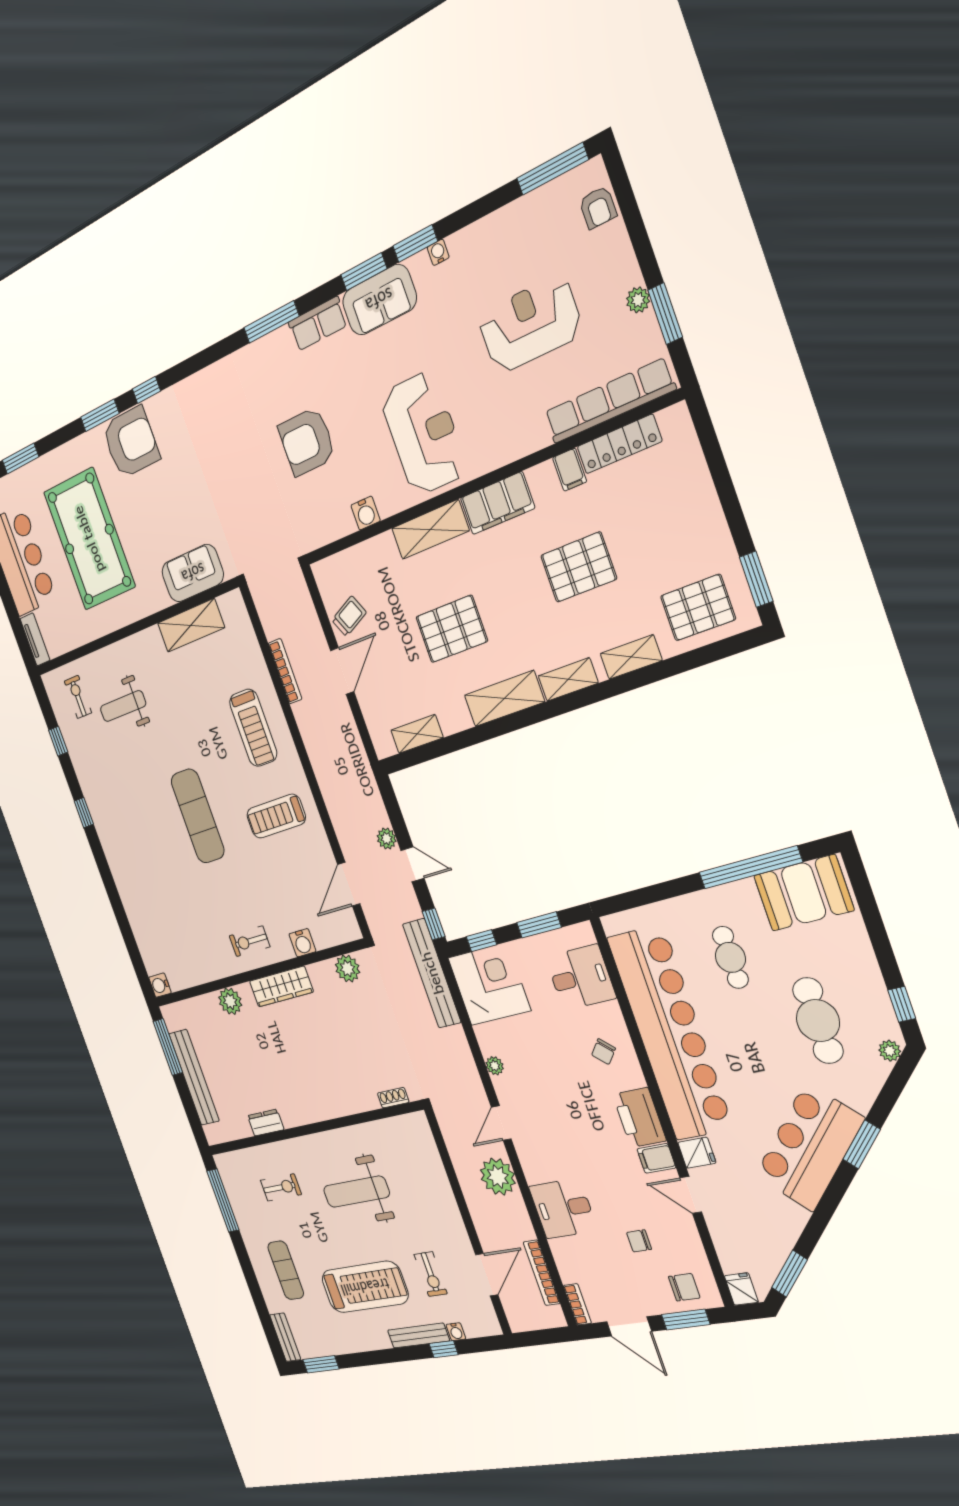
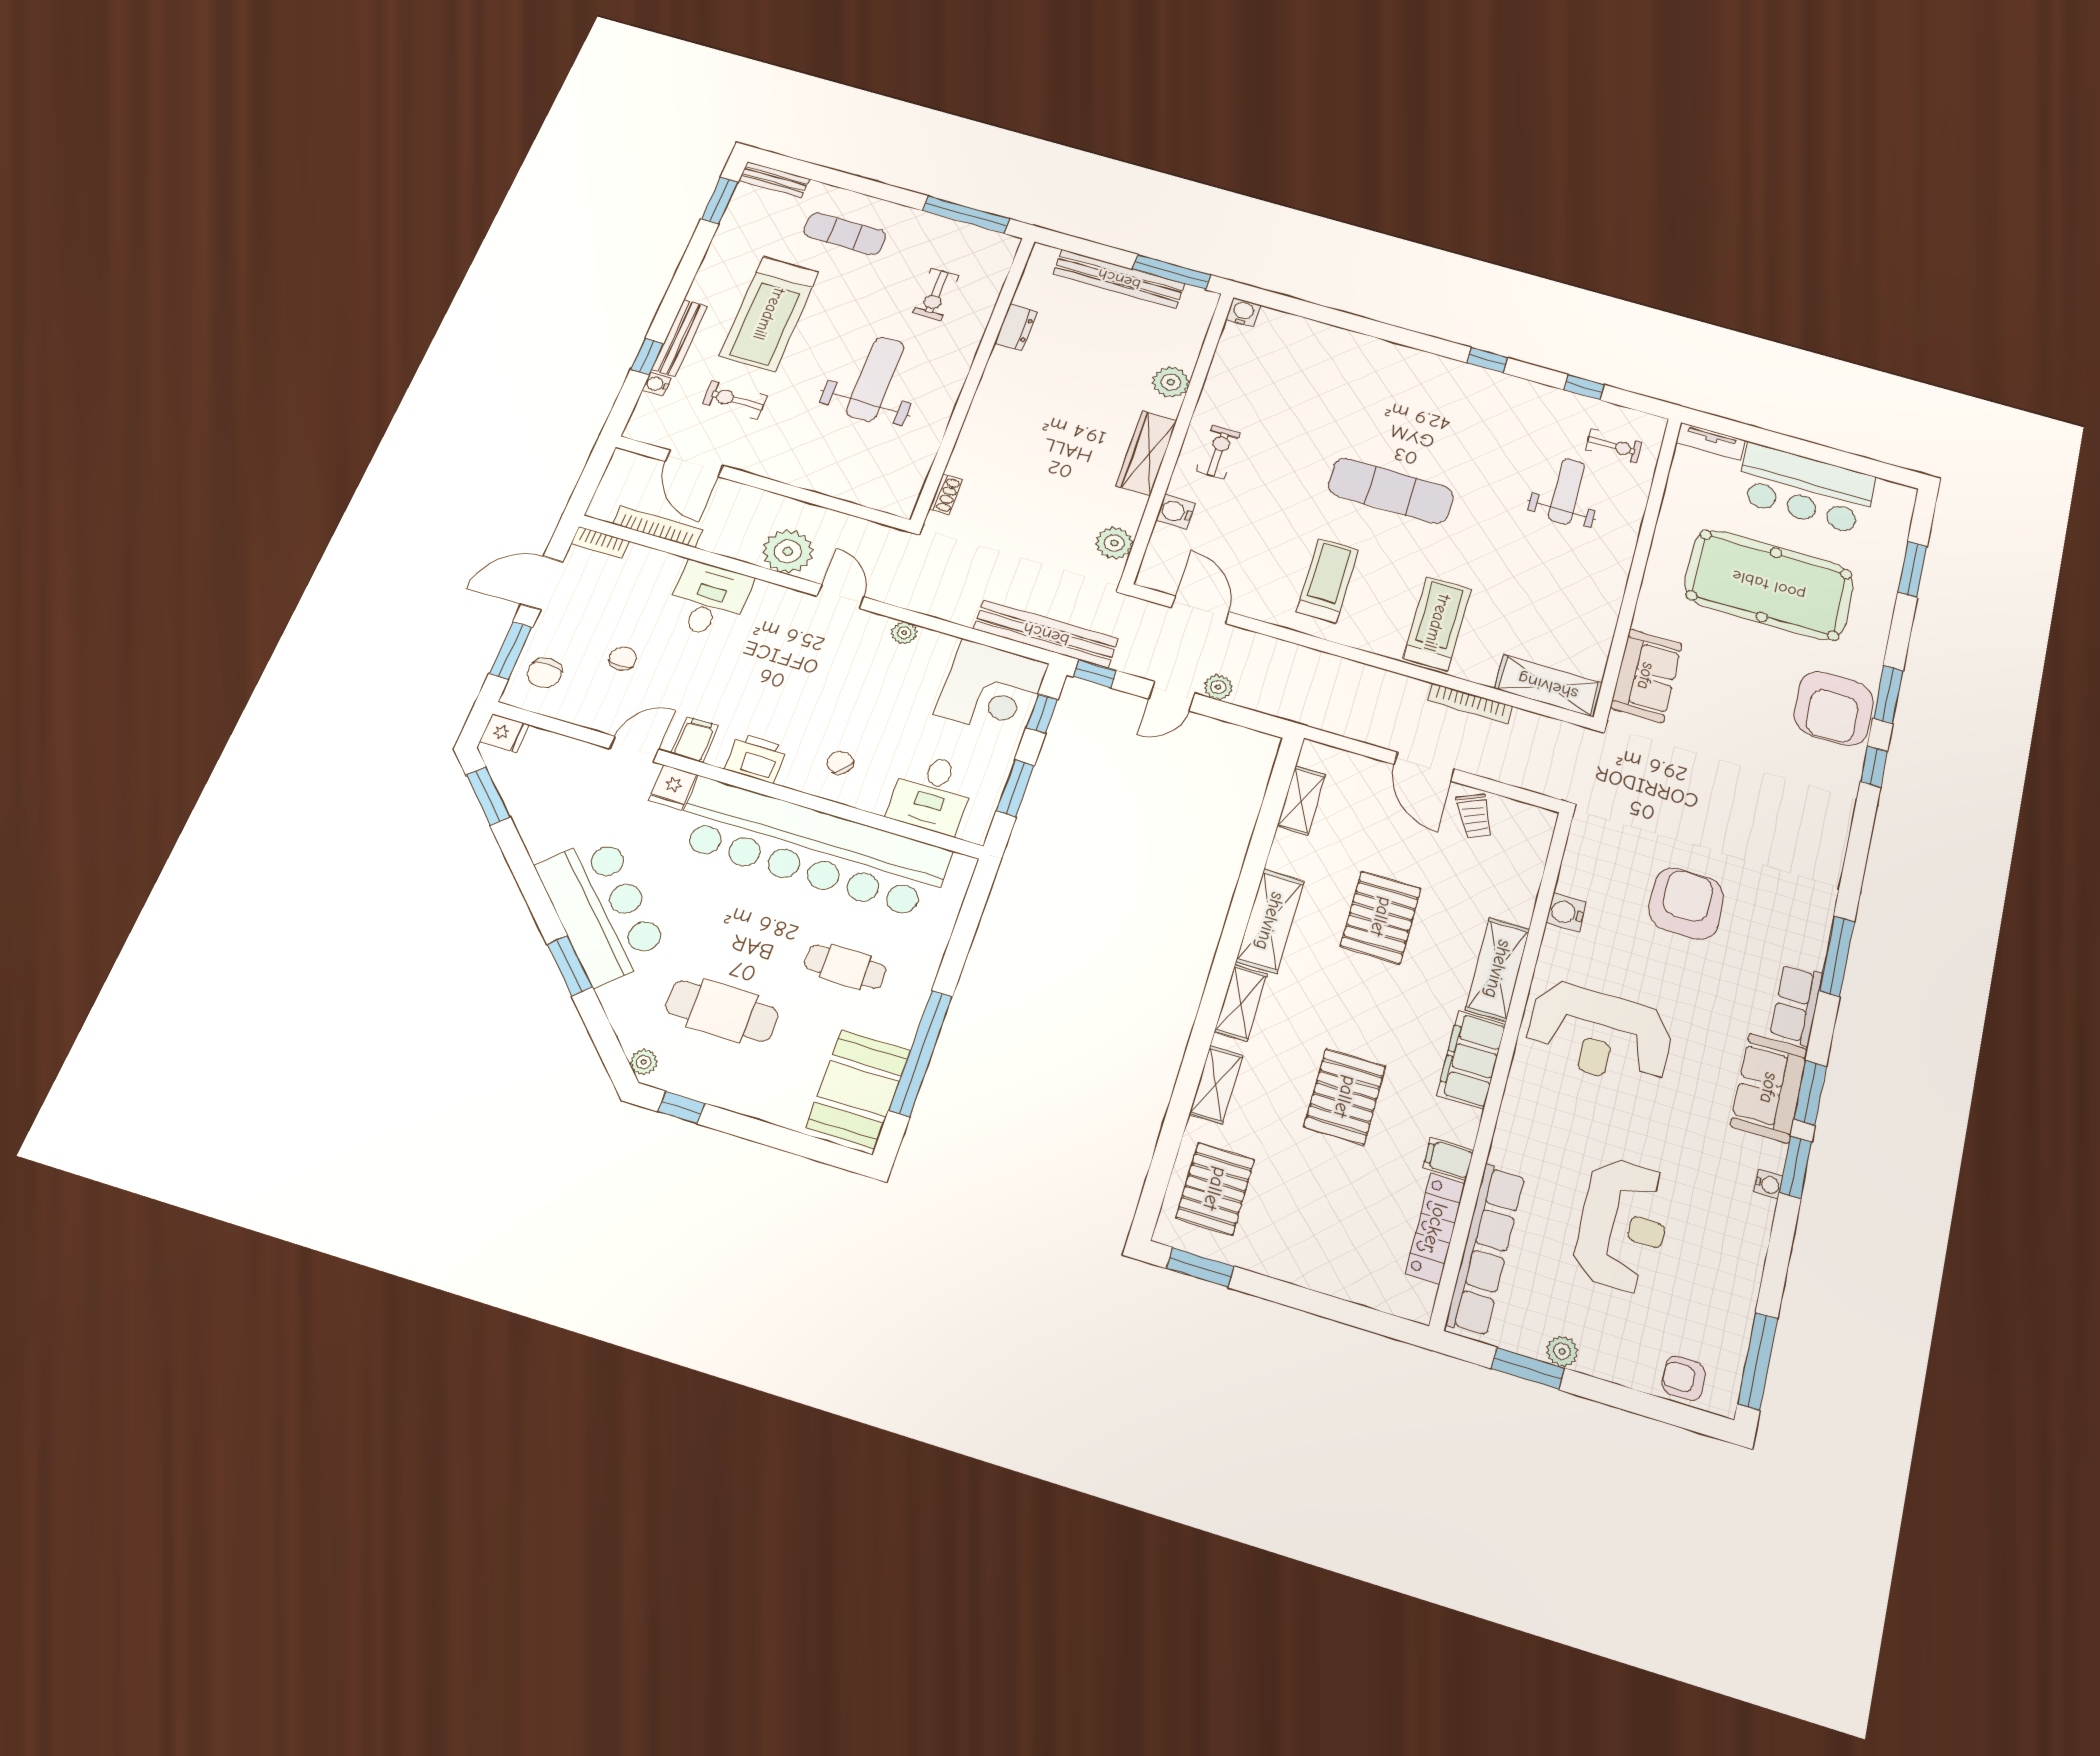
shelving: (191, 625) -> (1548, 686), moved, turned 90
treadmill: (253, 728) -> (1437, 623), turned 90
printer: (639, 1117) -> (756, 758), width x0.73, depth x0.84

